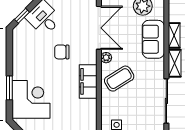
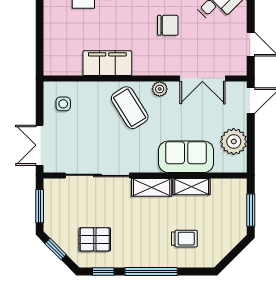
double door: (99, 28) -> (202, 78), width x0.73
chair: (62, 52) -> (168, 25), turned 90
filing cabinet: (88, 81) -> (107, 63), moved

